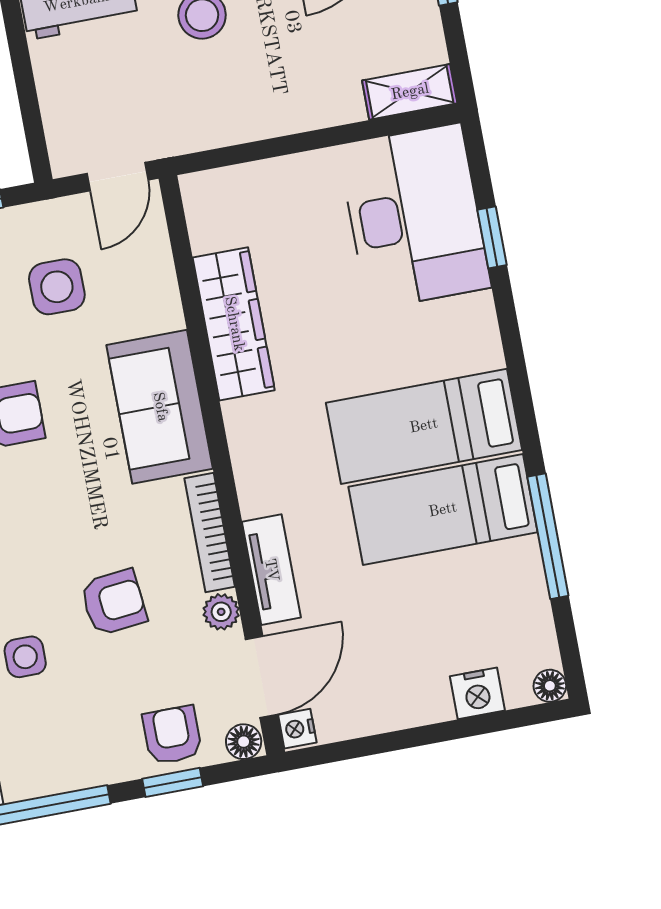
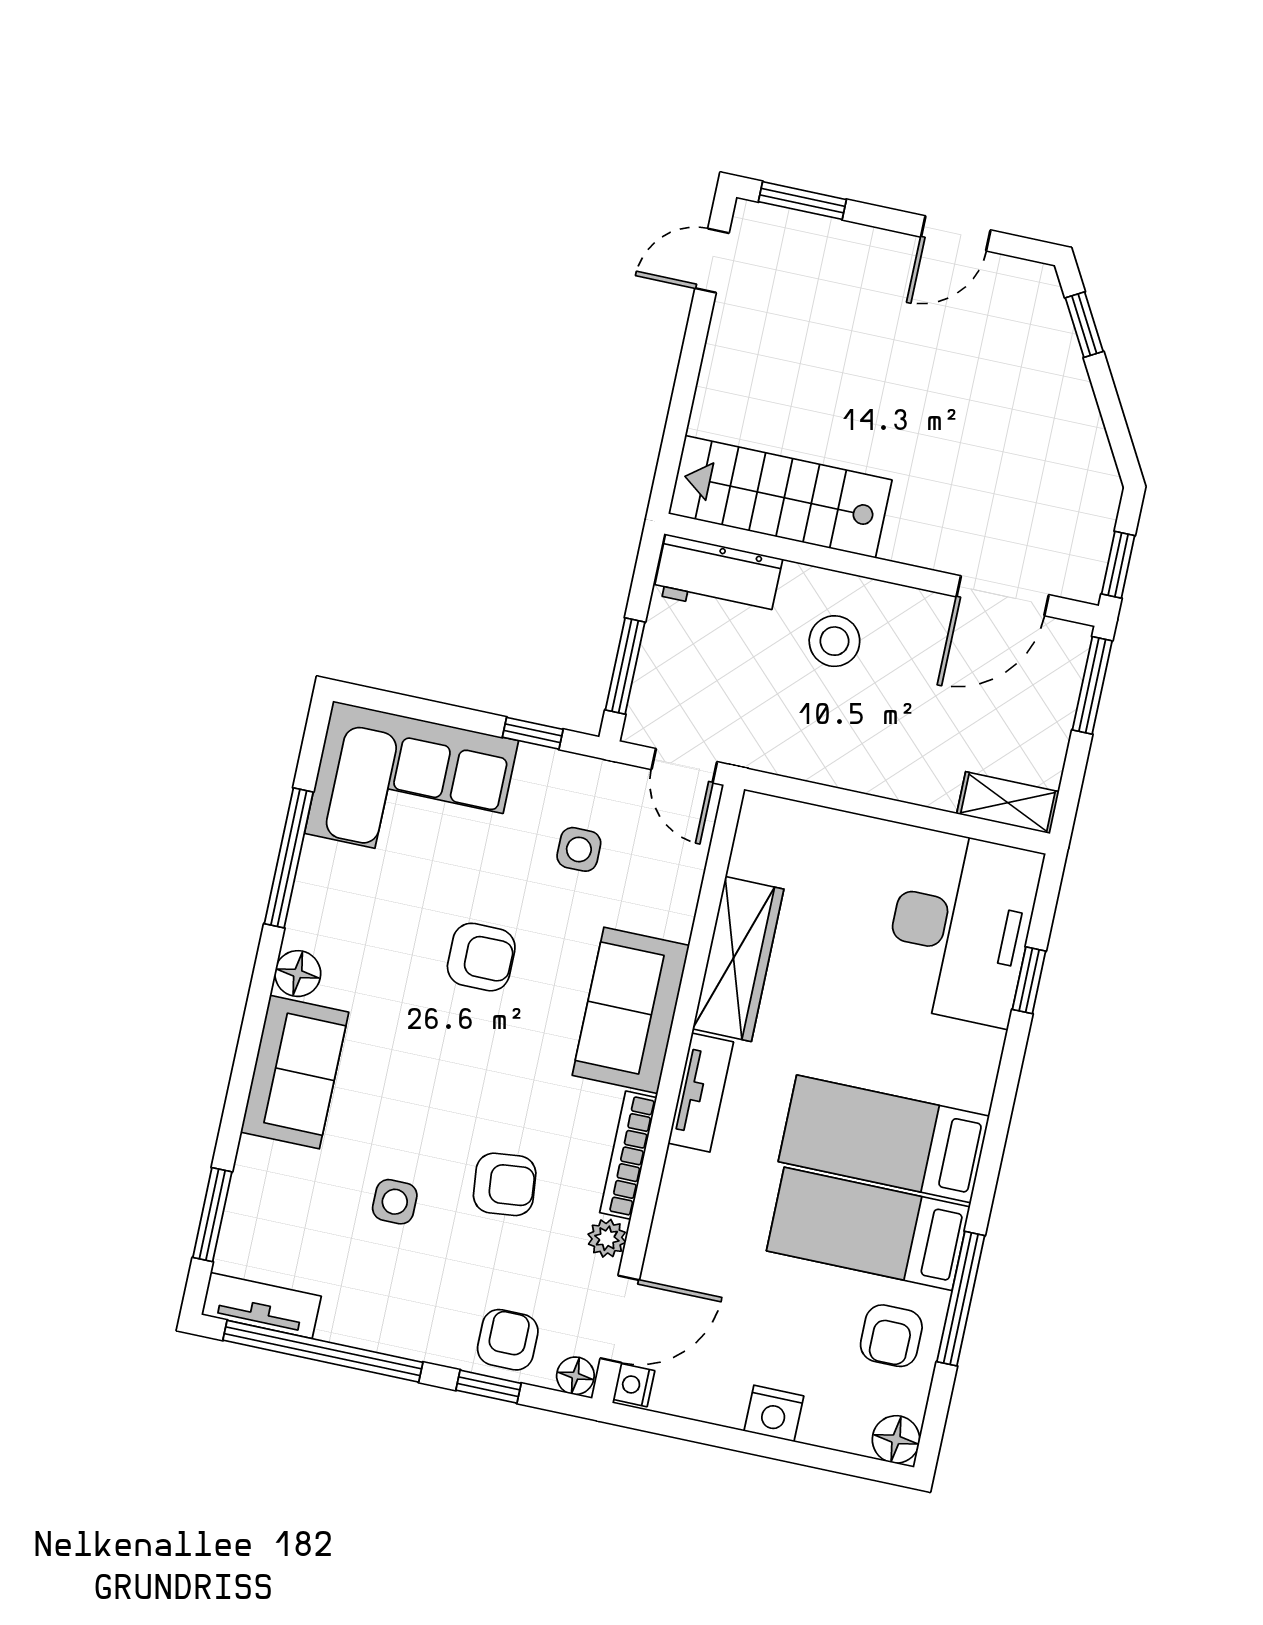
window: (31, 112) -> (625, 666), added
door: (118, 177) -> (684, 766), hinge flipped
side table: (57, 287) -> (579, 849), width x0.73, depth x0.73
tv unit: (271, 570) -> (701, 1093), moved
armchair: (501, 593) -> (891, 1336), added
floor lamp: (550, 686) -> (896, 1439), width x1.37, depth x1.37
nightstand: (477, 693) -> (774, 1413), moved

